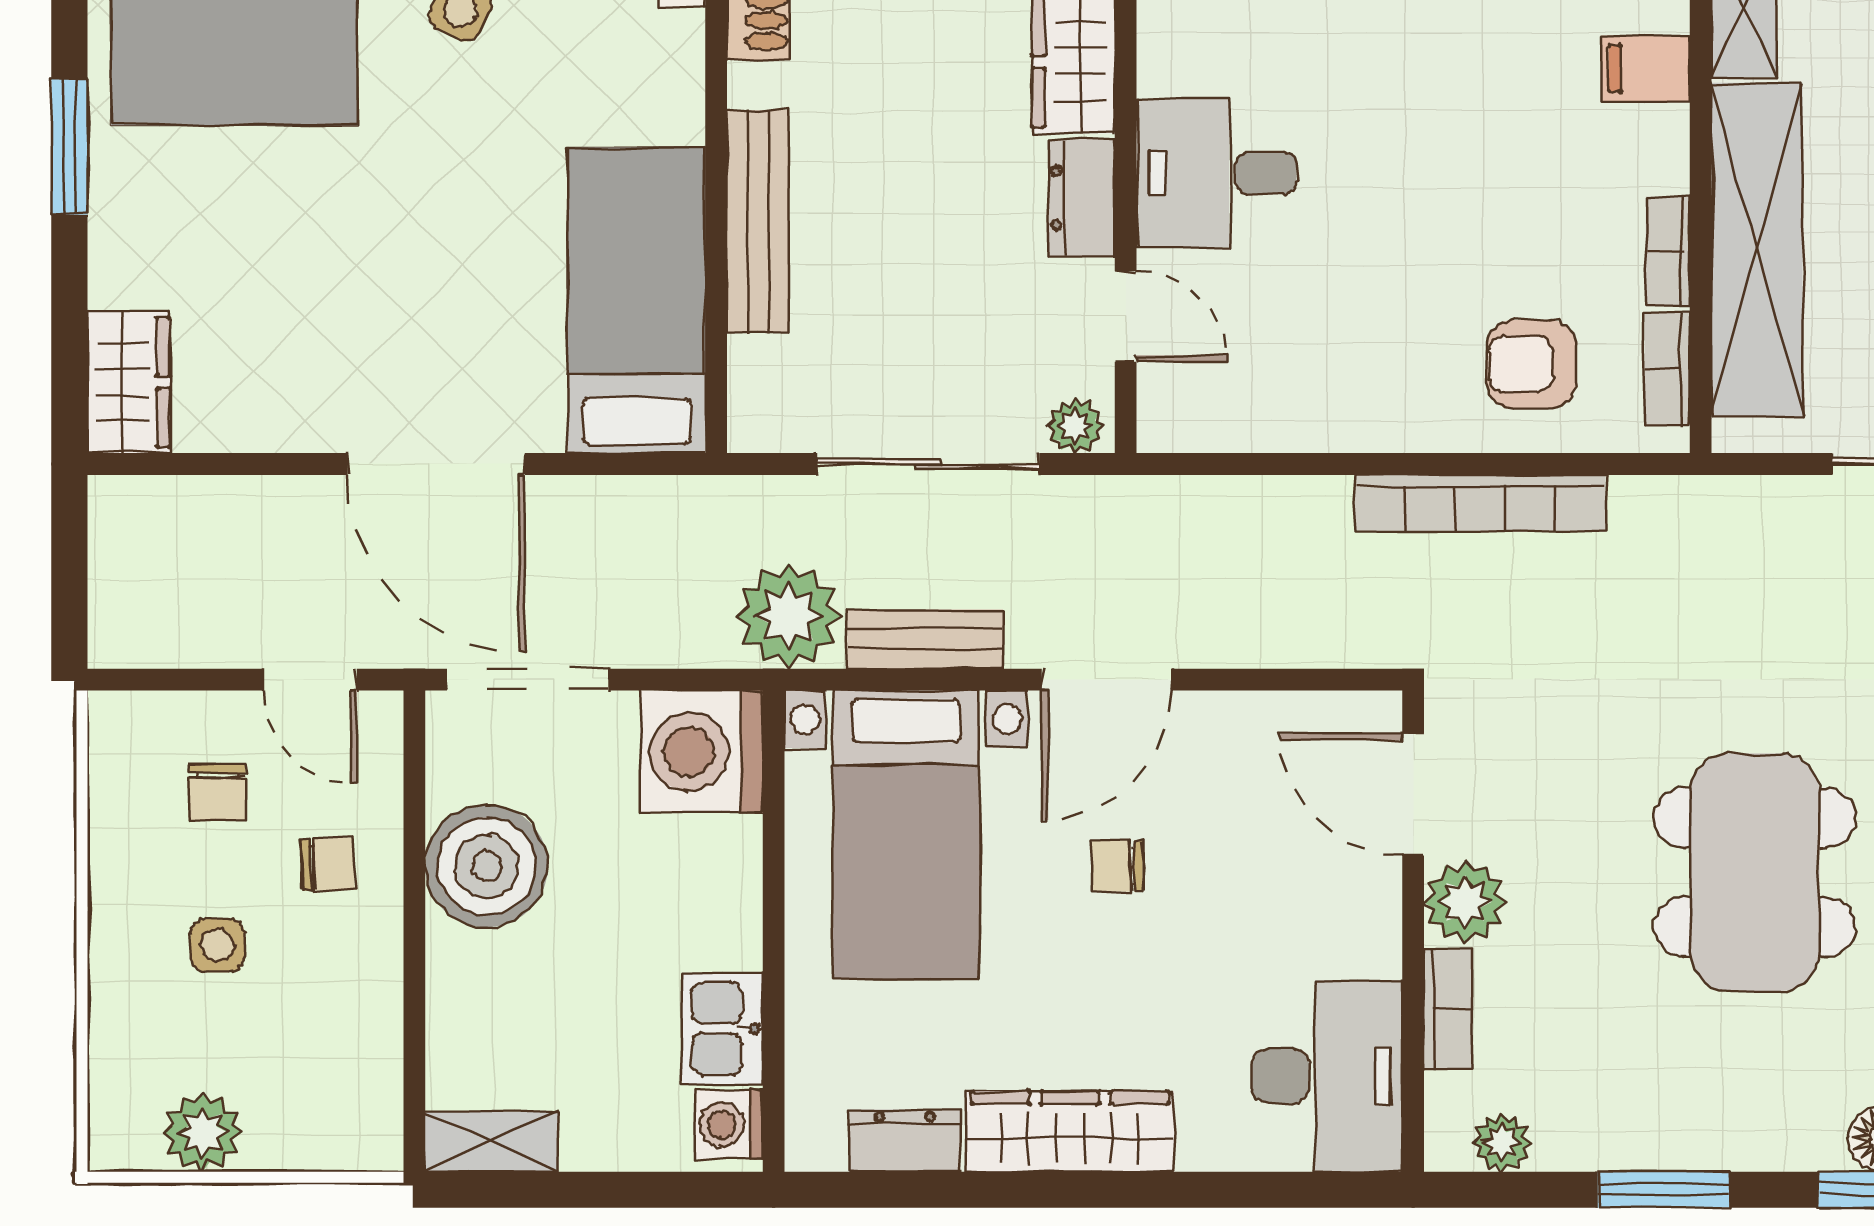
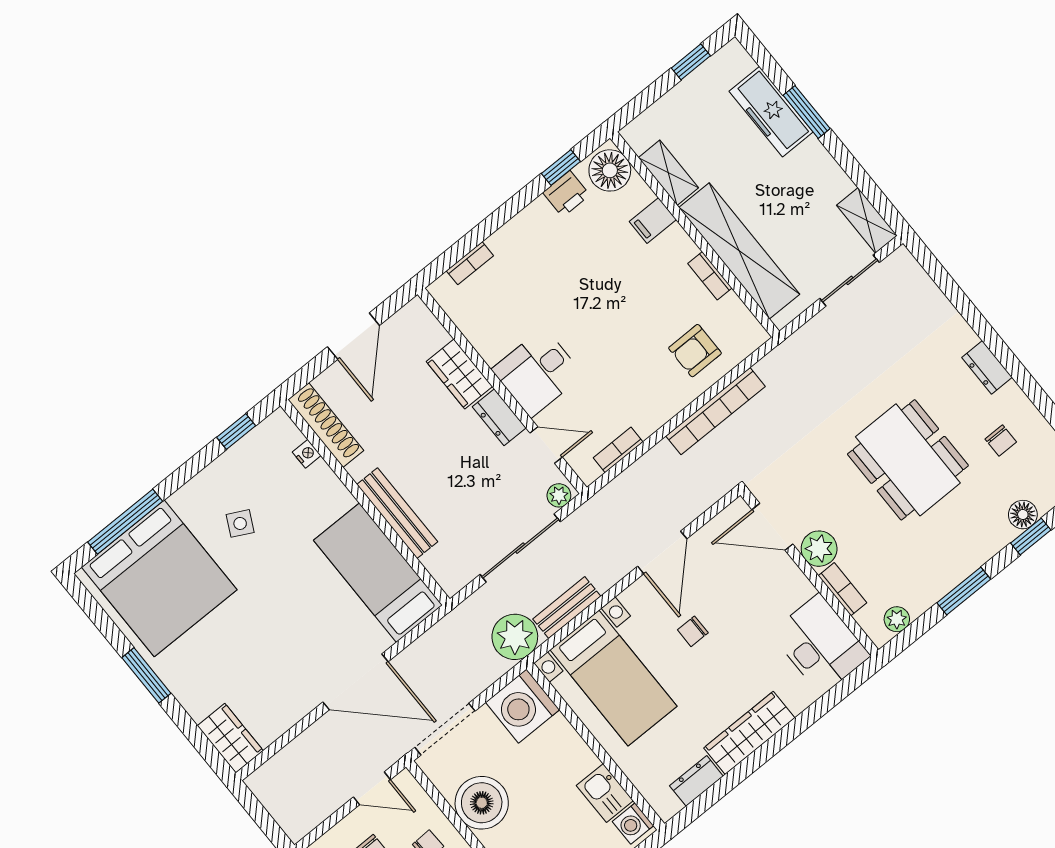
bookcase: (1667, 368) -> (618, 450), moved, turned 90
door: (1106, 680) -> (662, 553), moved

